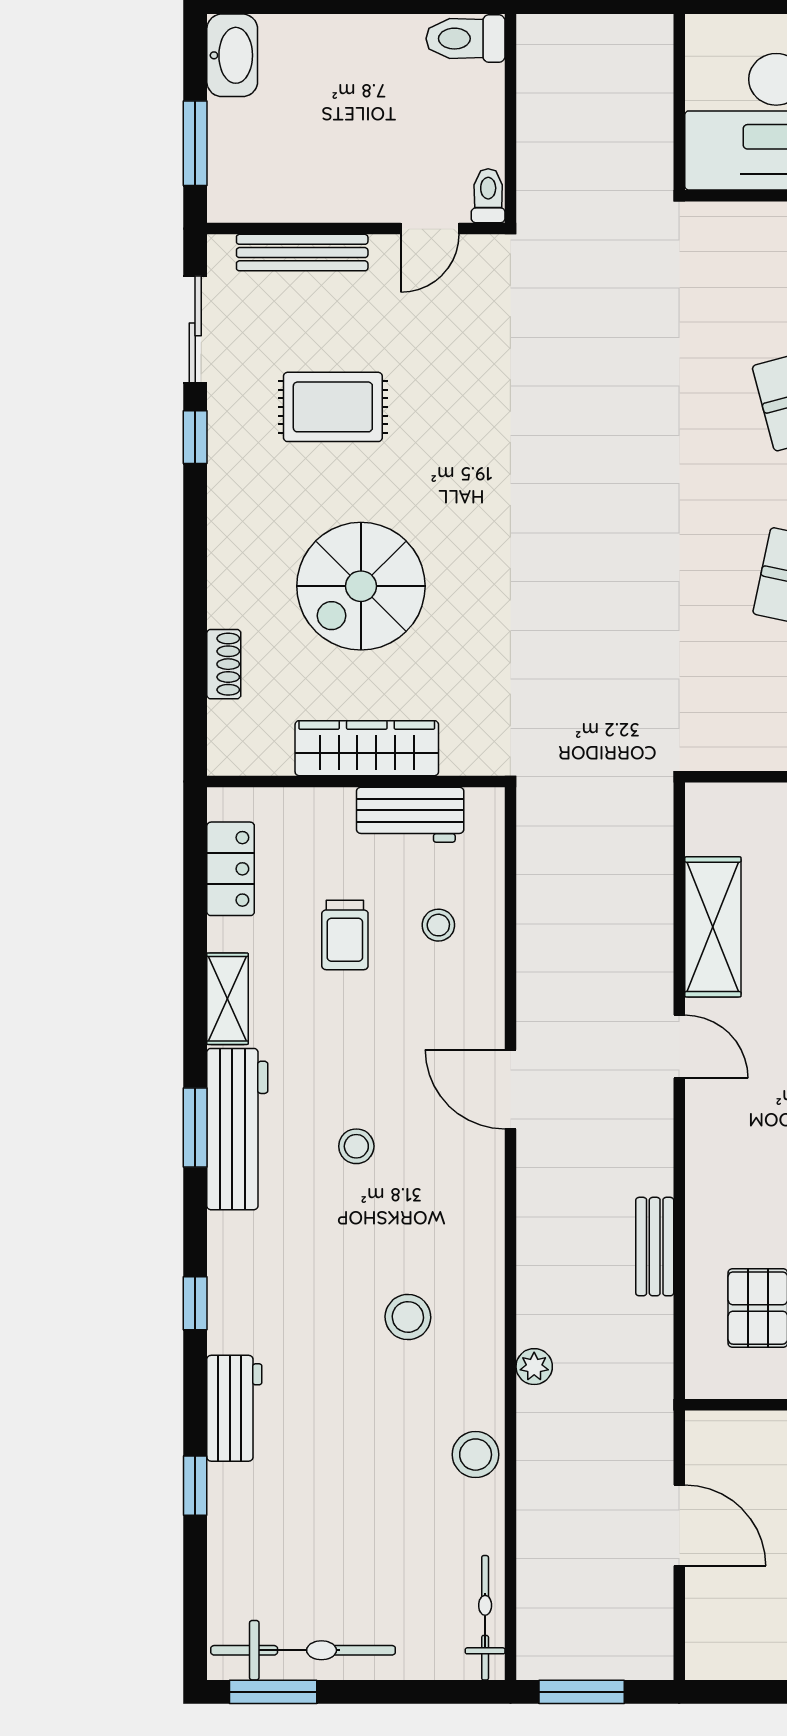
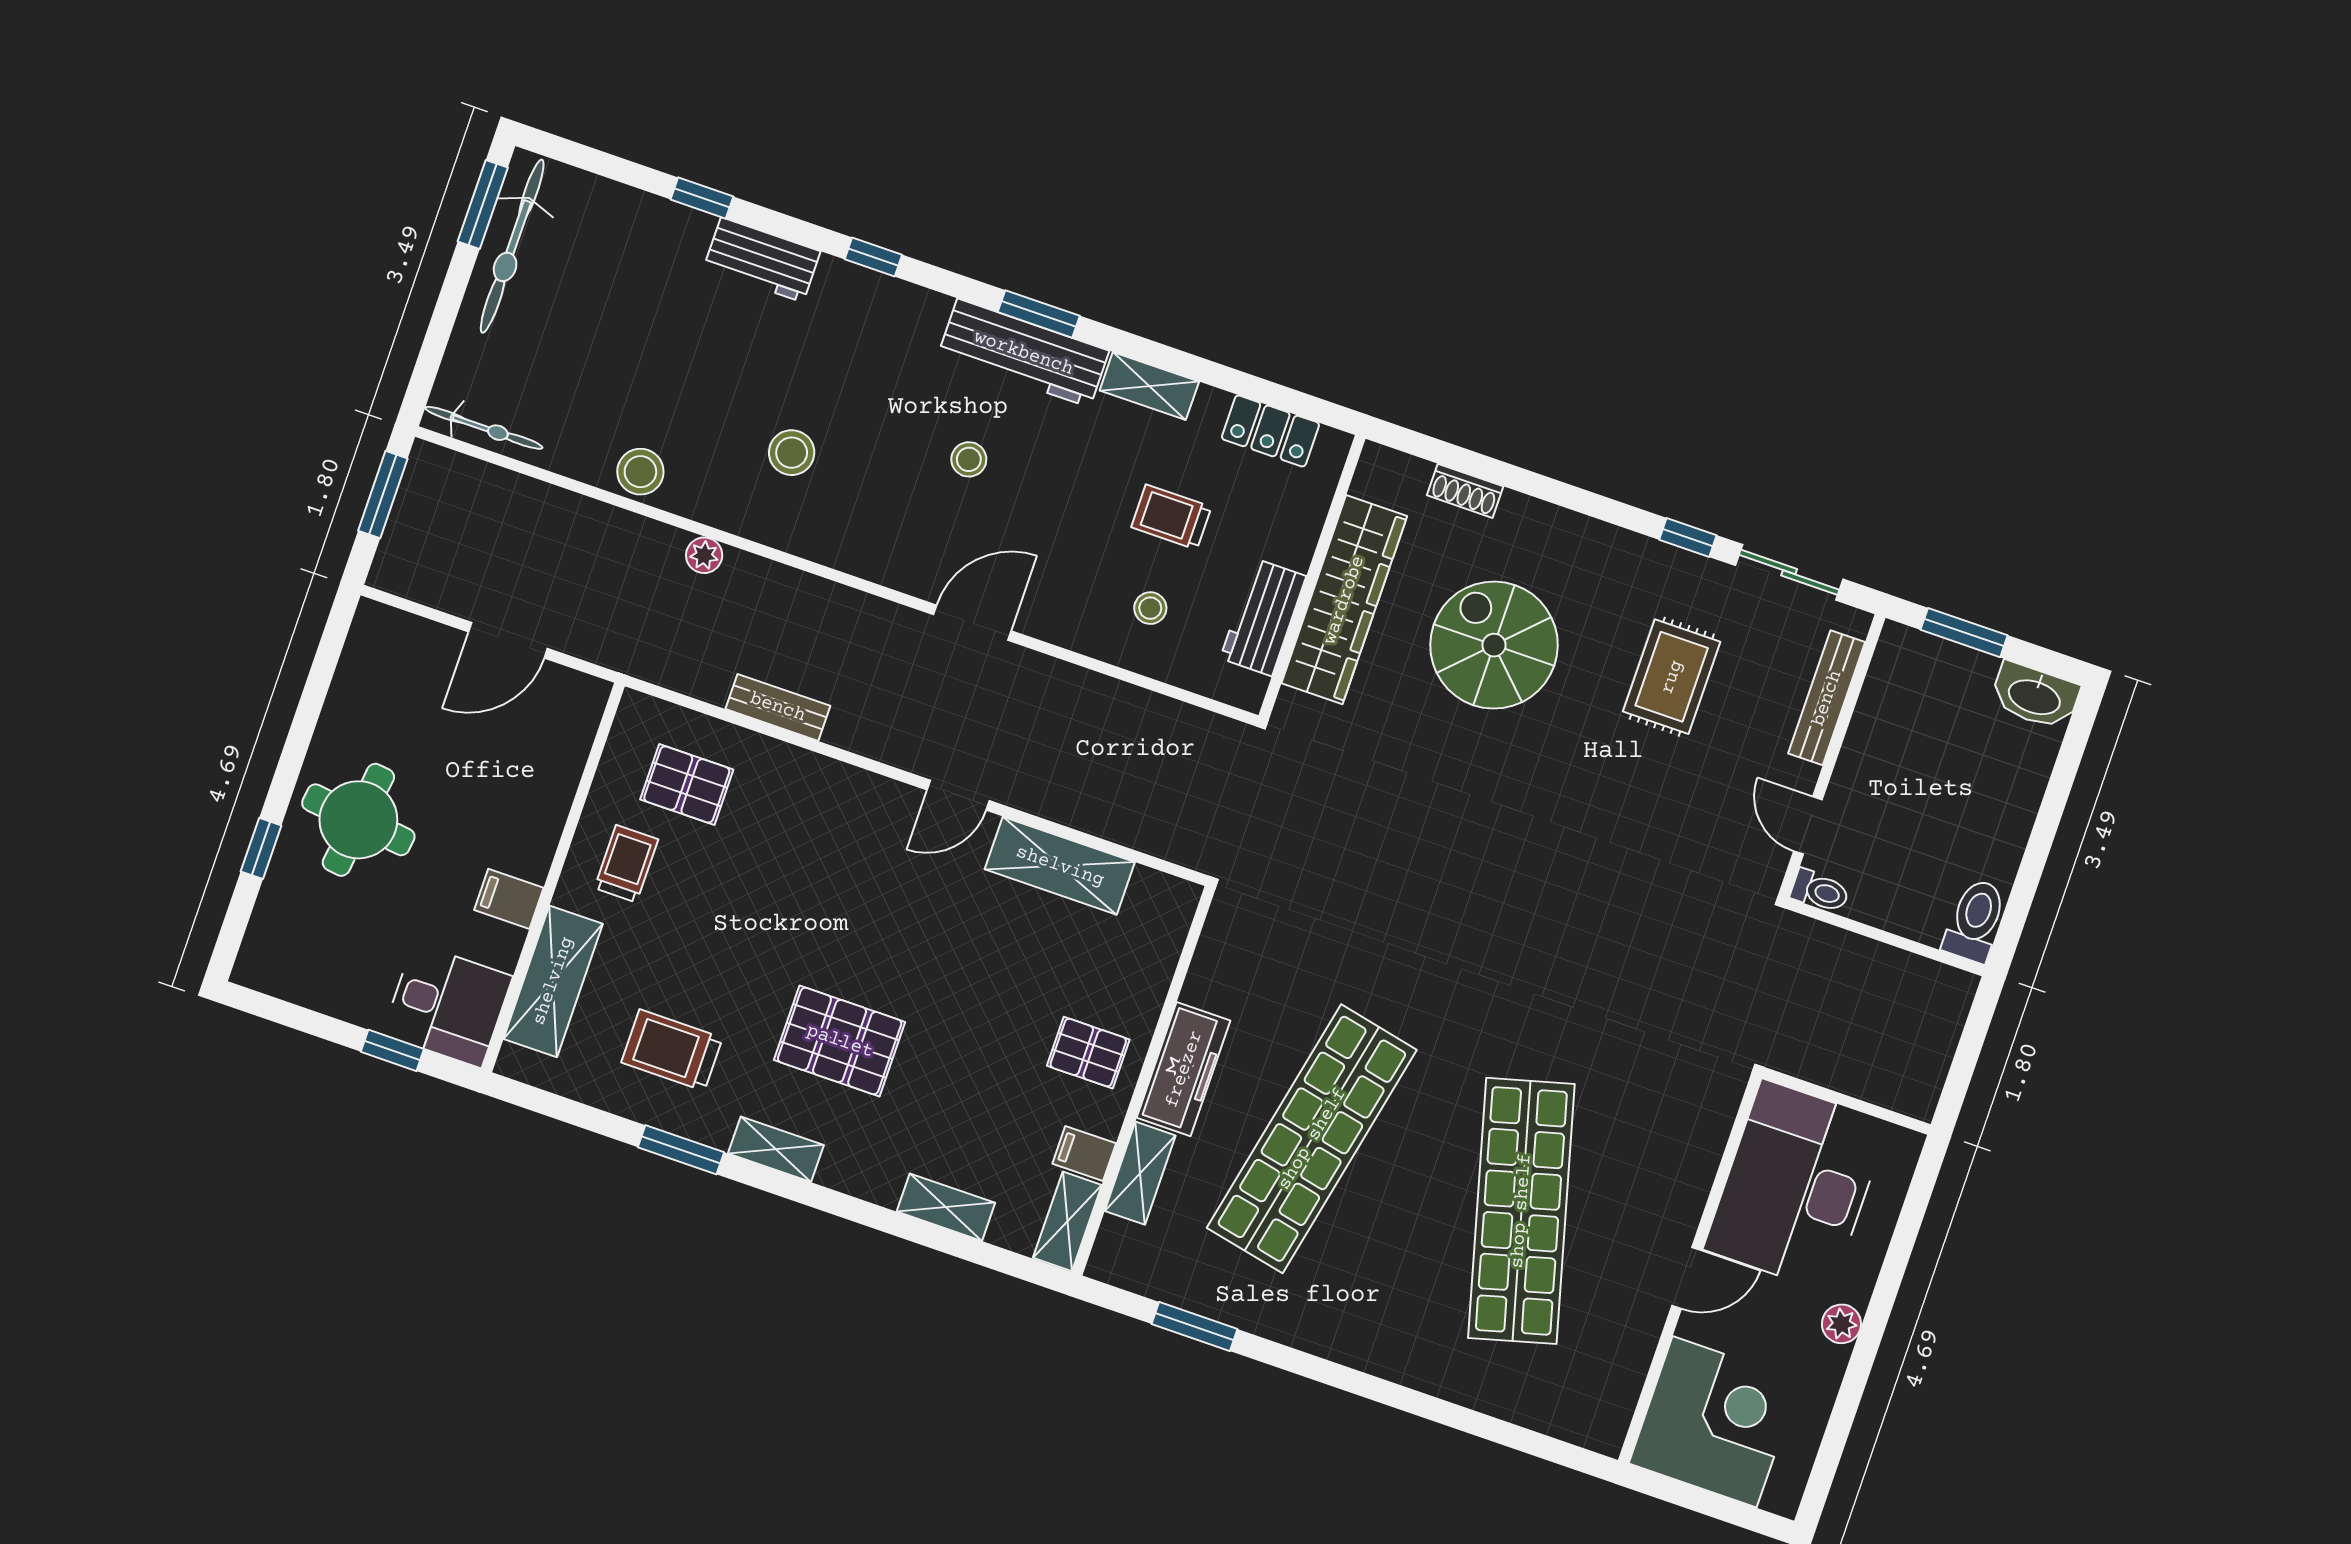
wardrobe: (367, 748) -> (1344, 600), width x1.40, depth x1.17

